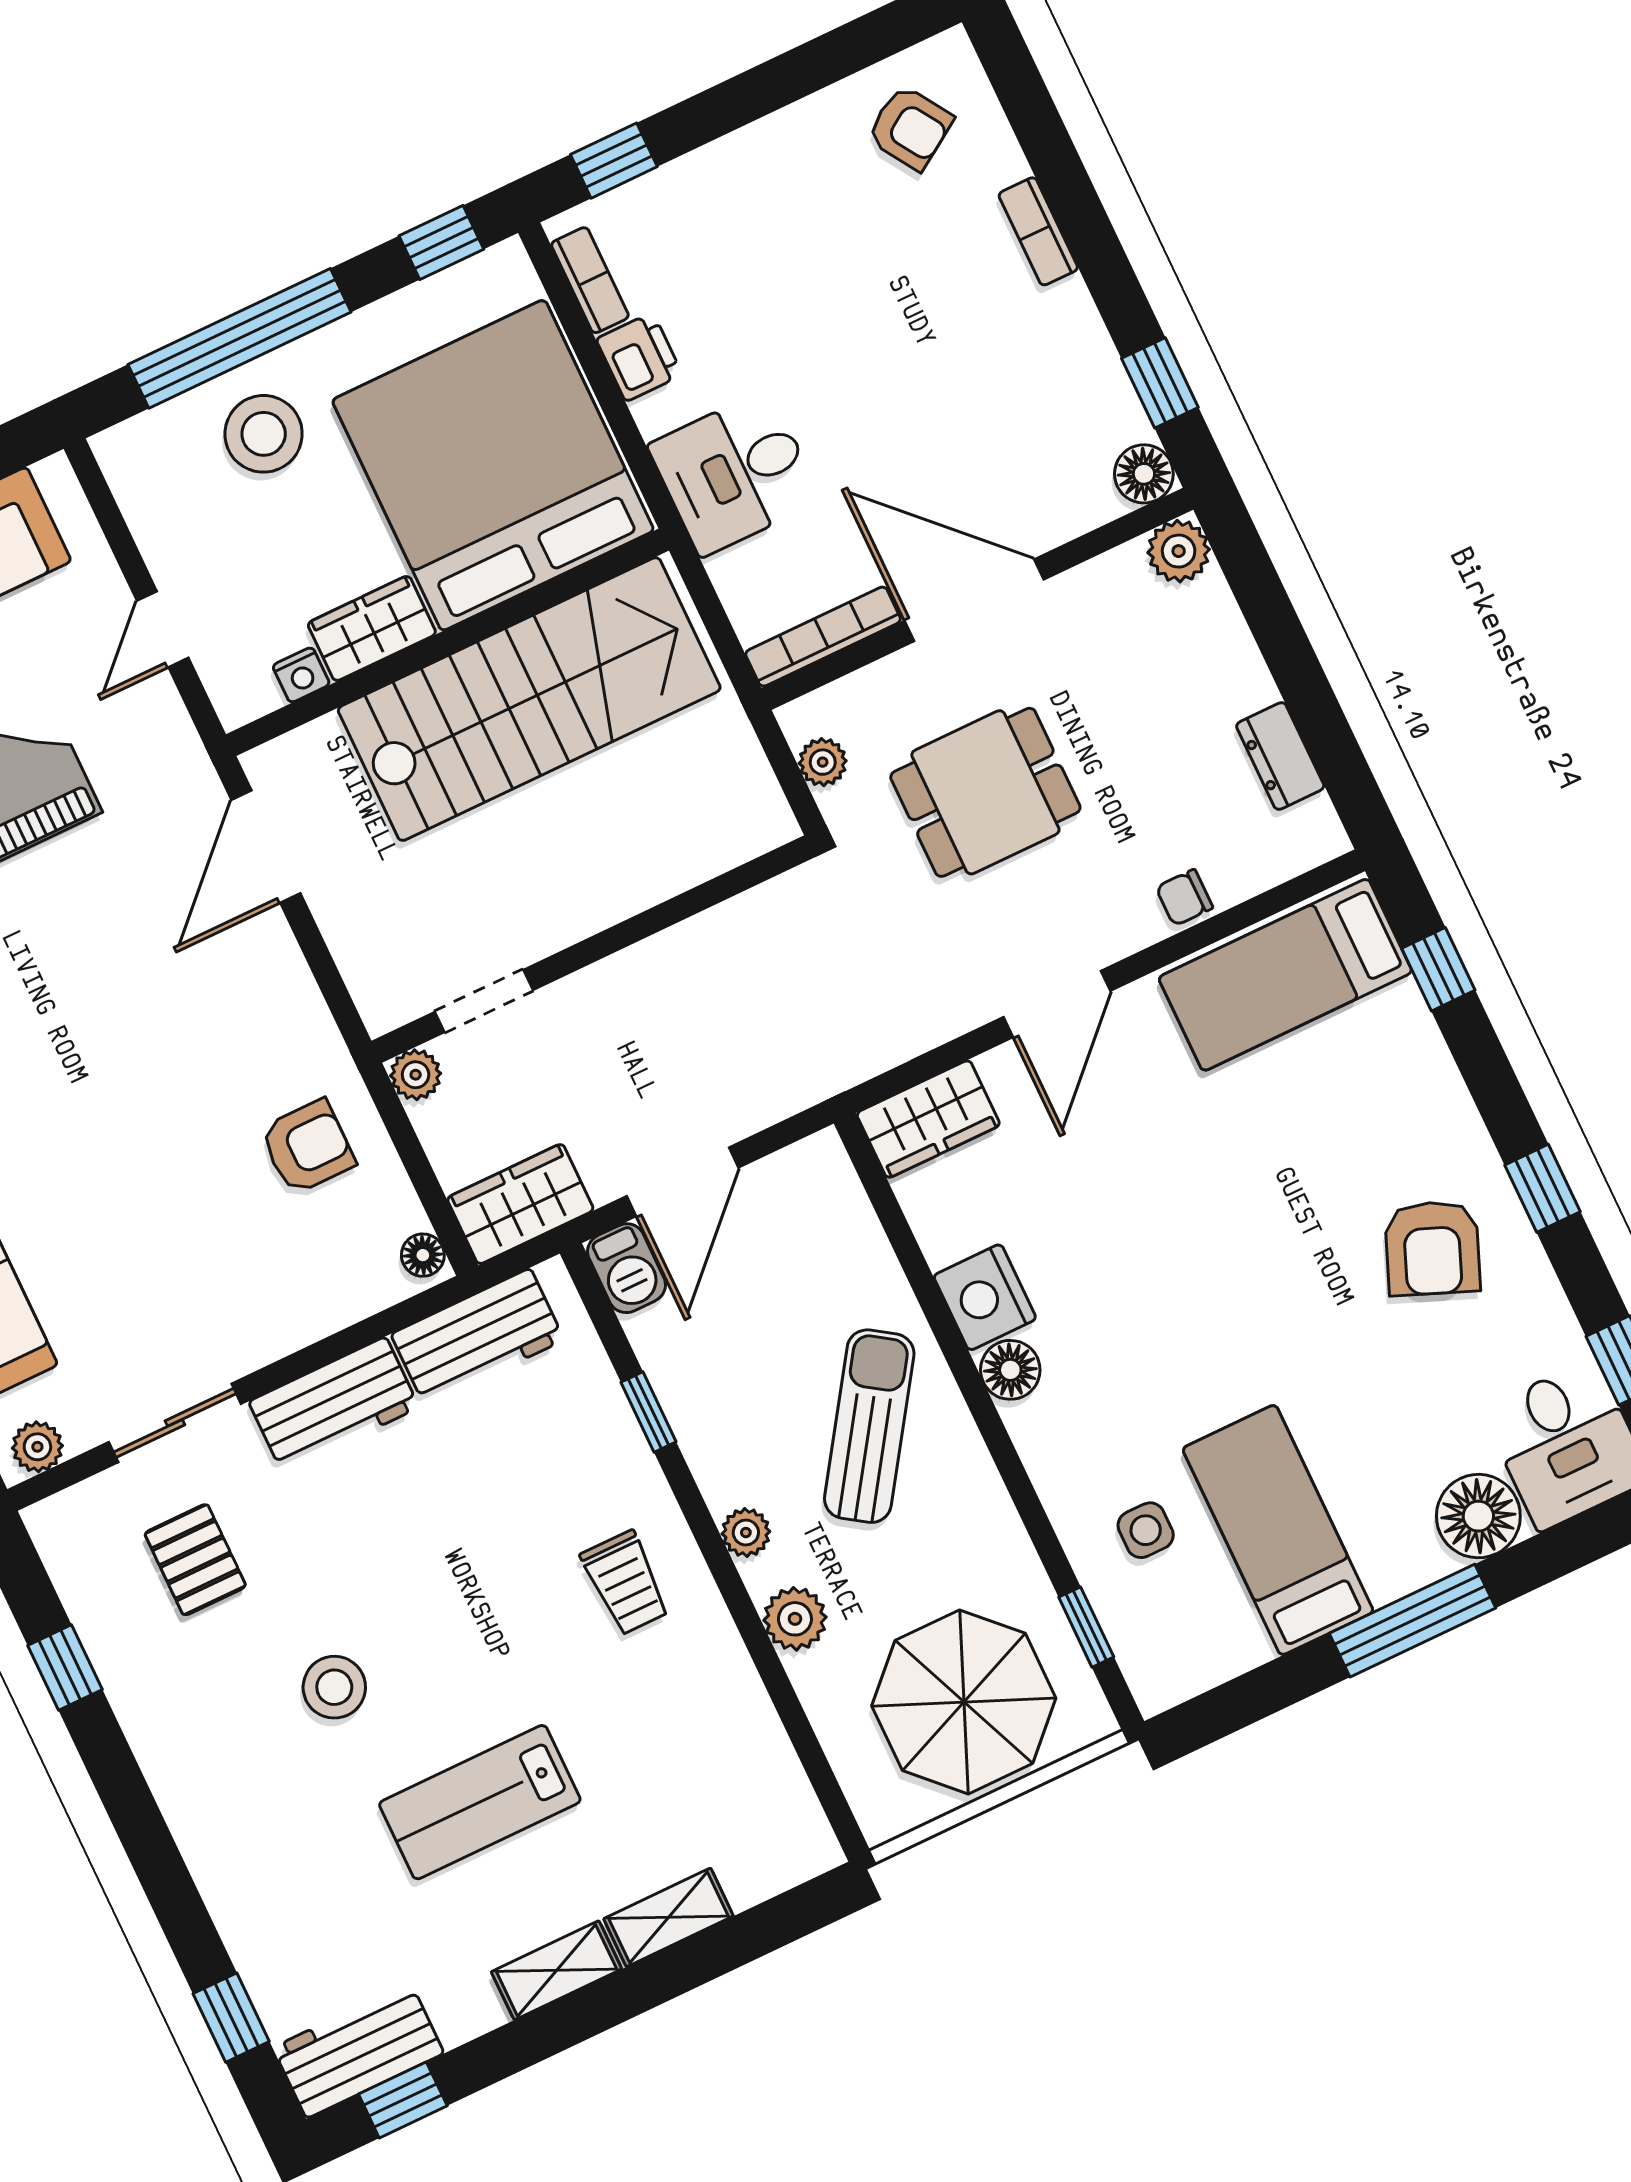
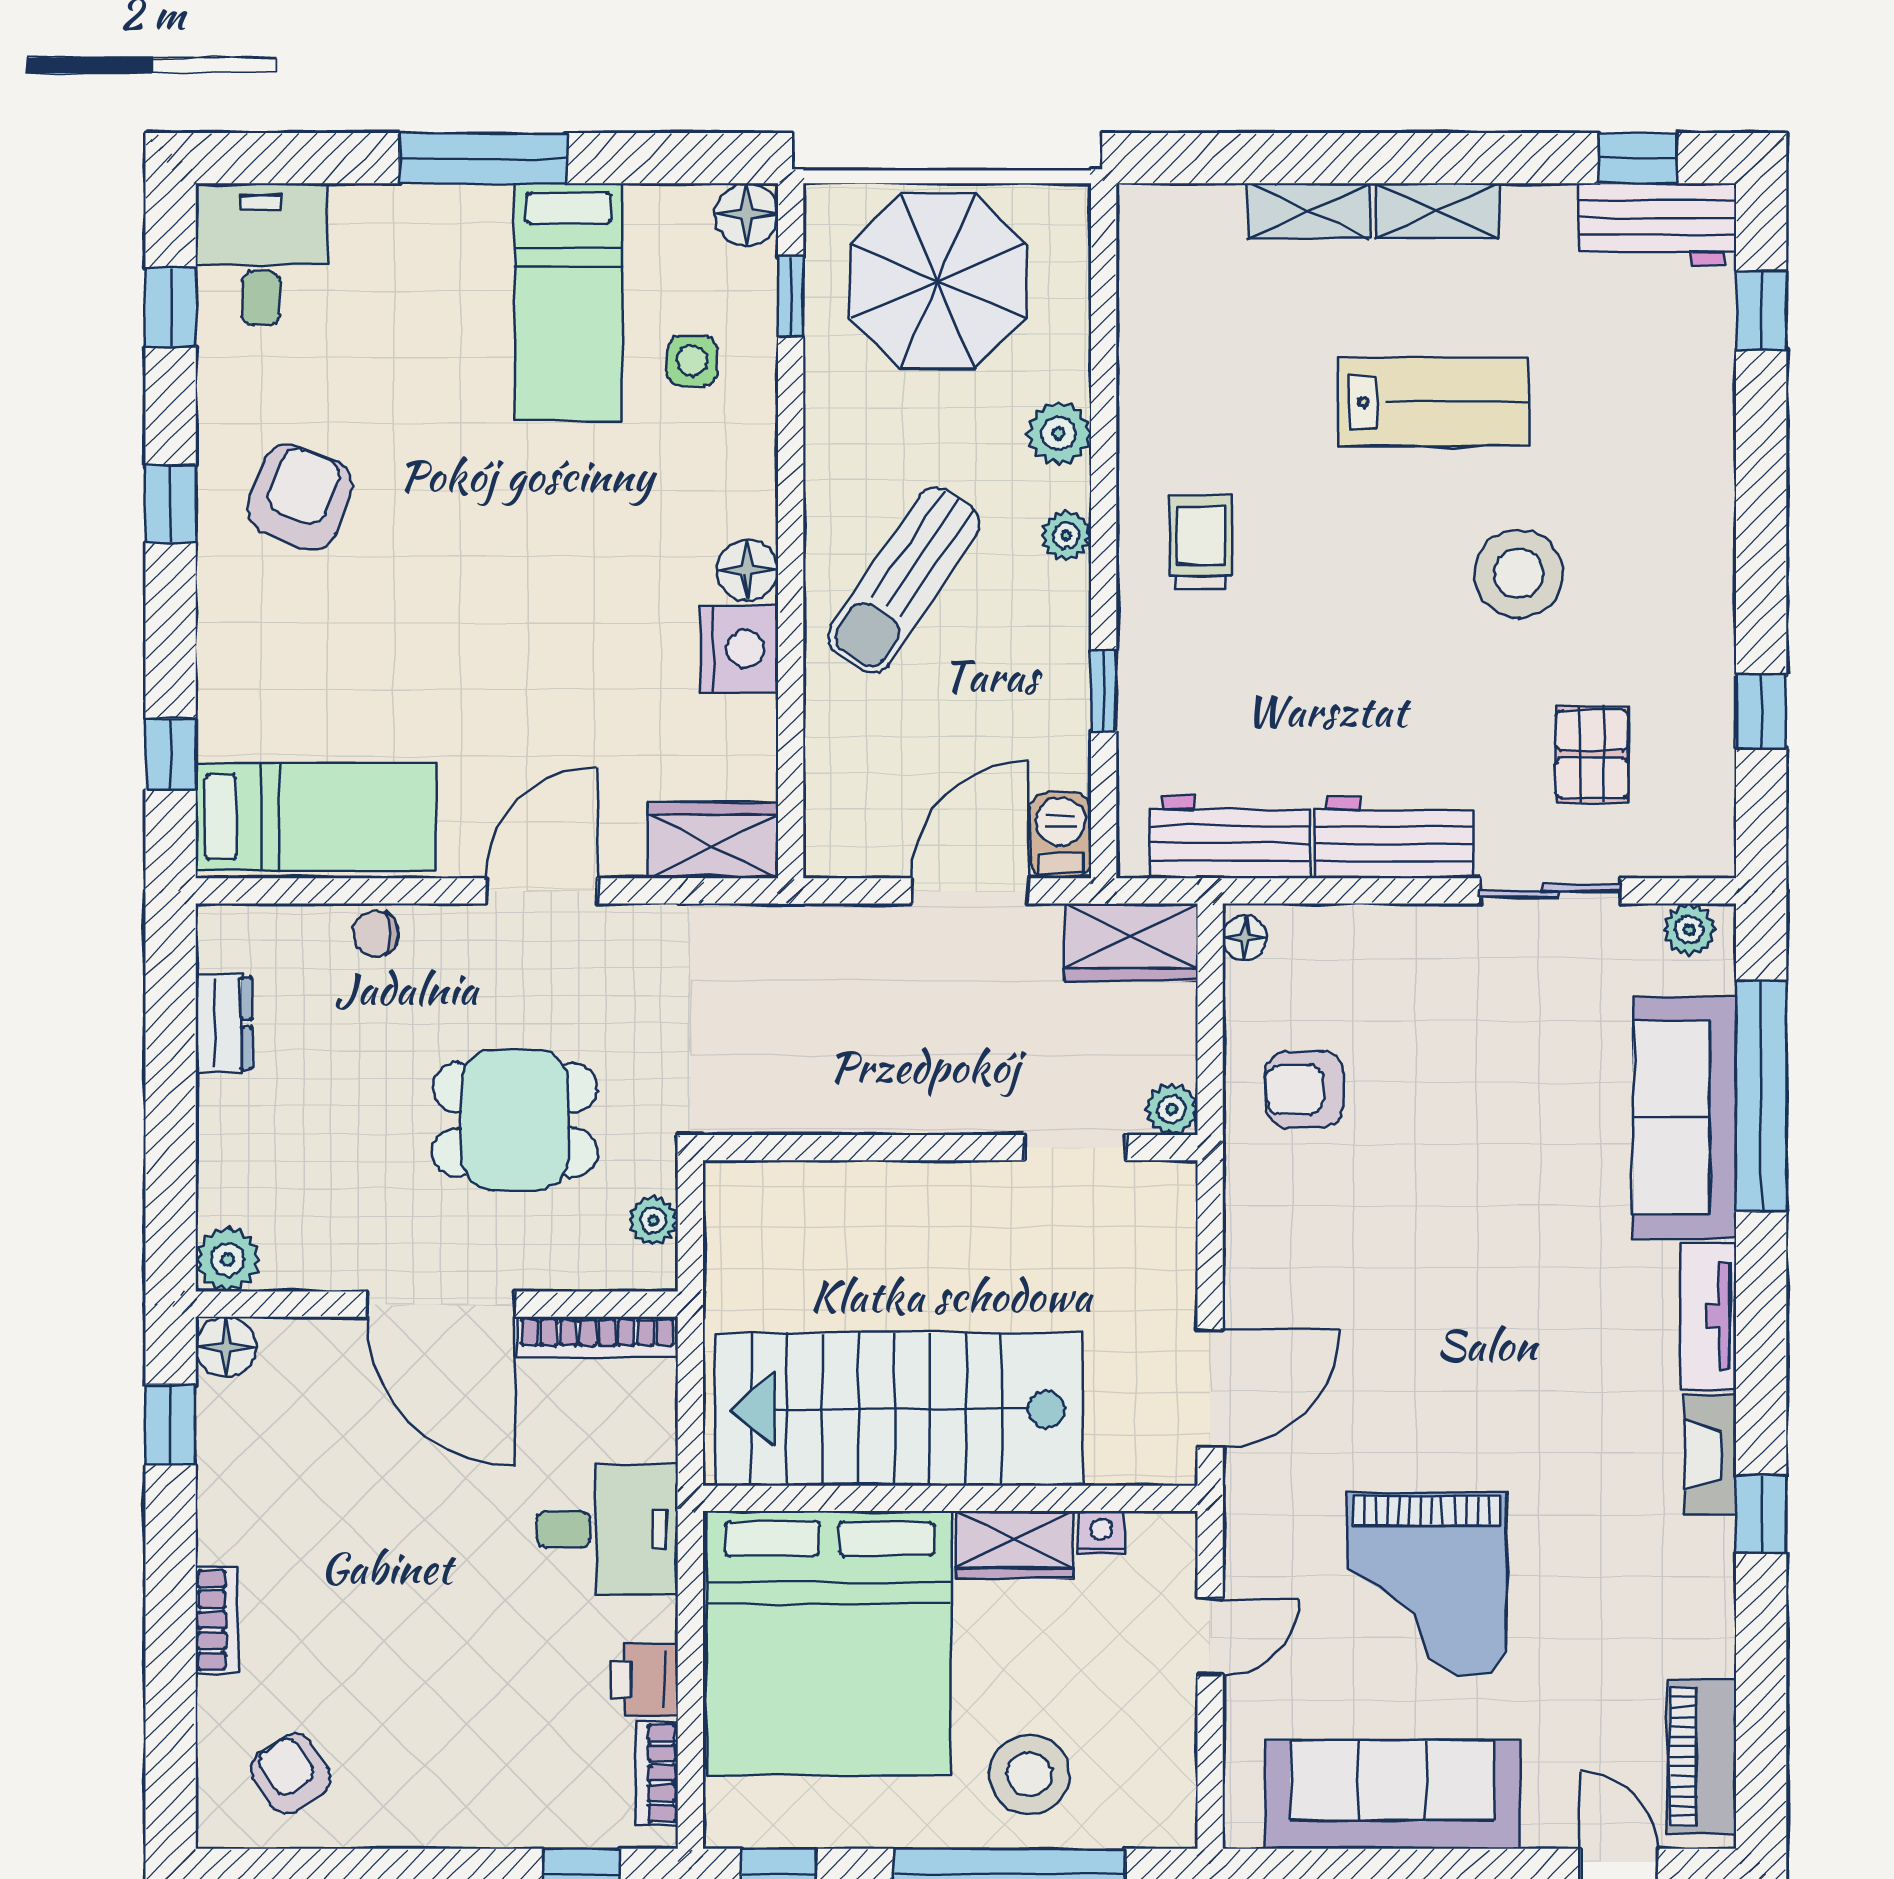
chair: (1184, 898) -> (376, 934), turned 180
floor lamp: (1478, 1516) -> (747, 215), moved, width x0.73, depth x0.73
stool: (334, 1687) -> (1519, 574), width x1.38, depth x1.38

